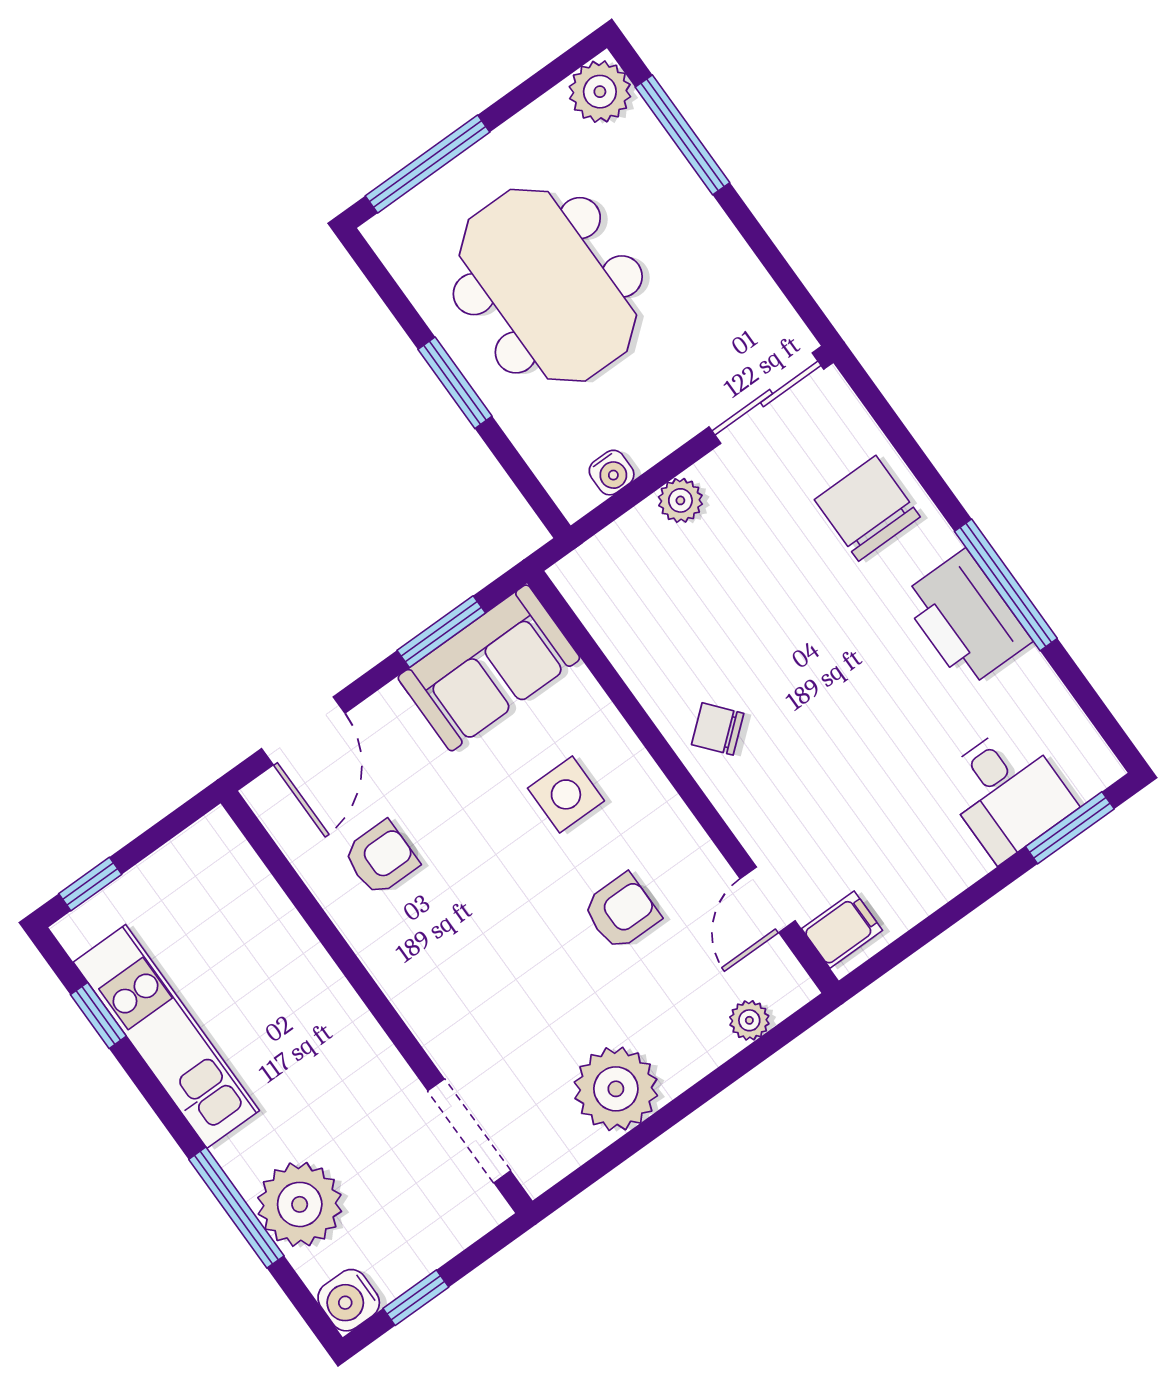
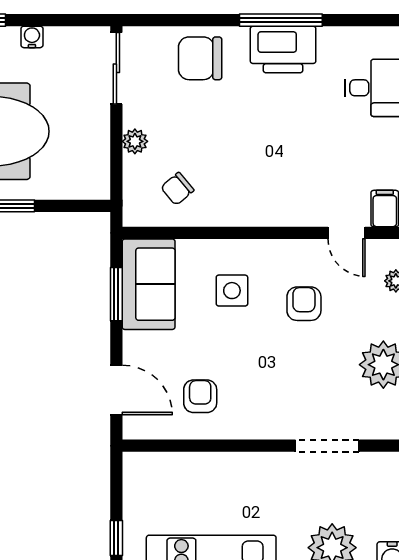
water cooler: (612, 473) -> (32, 37), moved, turned -90
chair: (718, 729) -> (177, 189), moved
doorway: (469, 1131) -> (327, 446), moved

